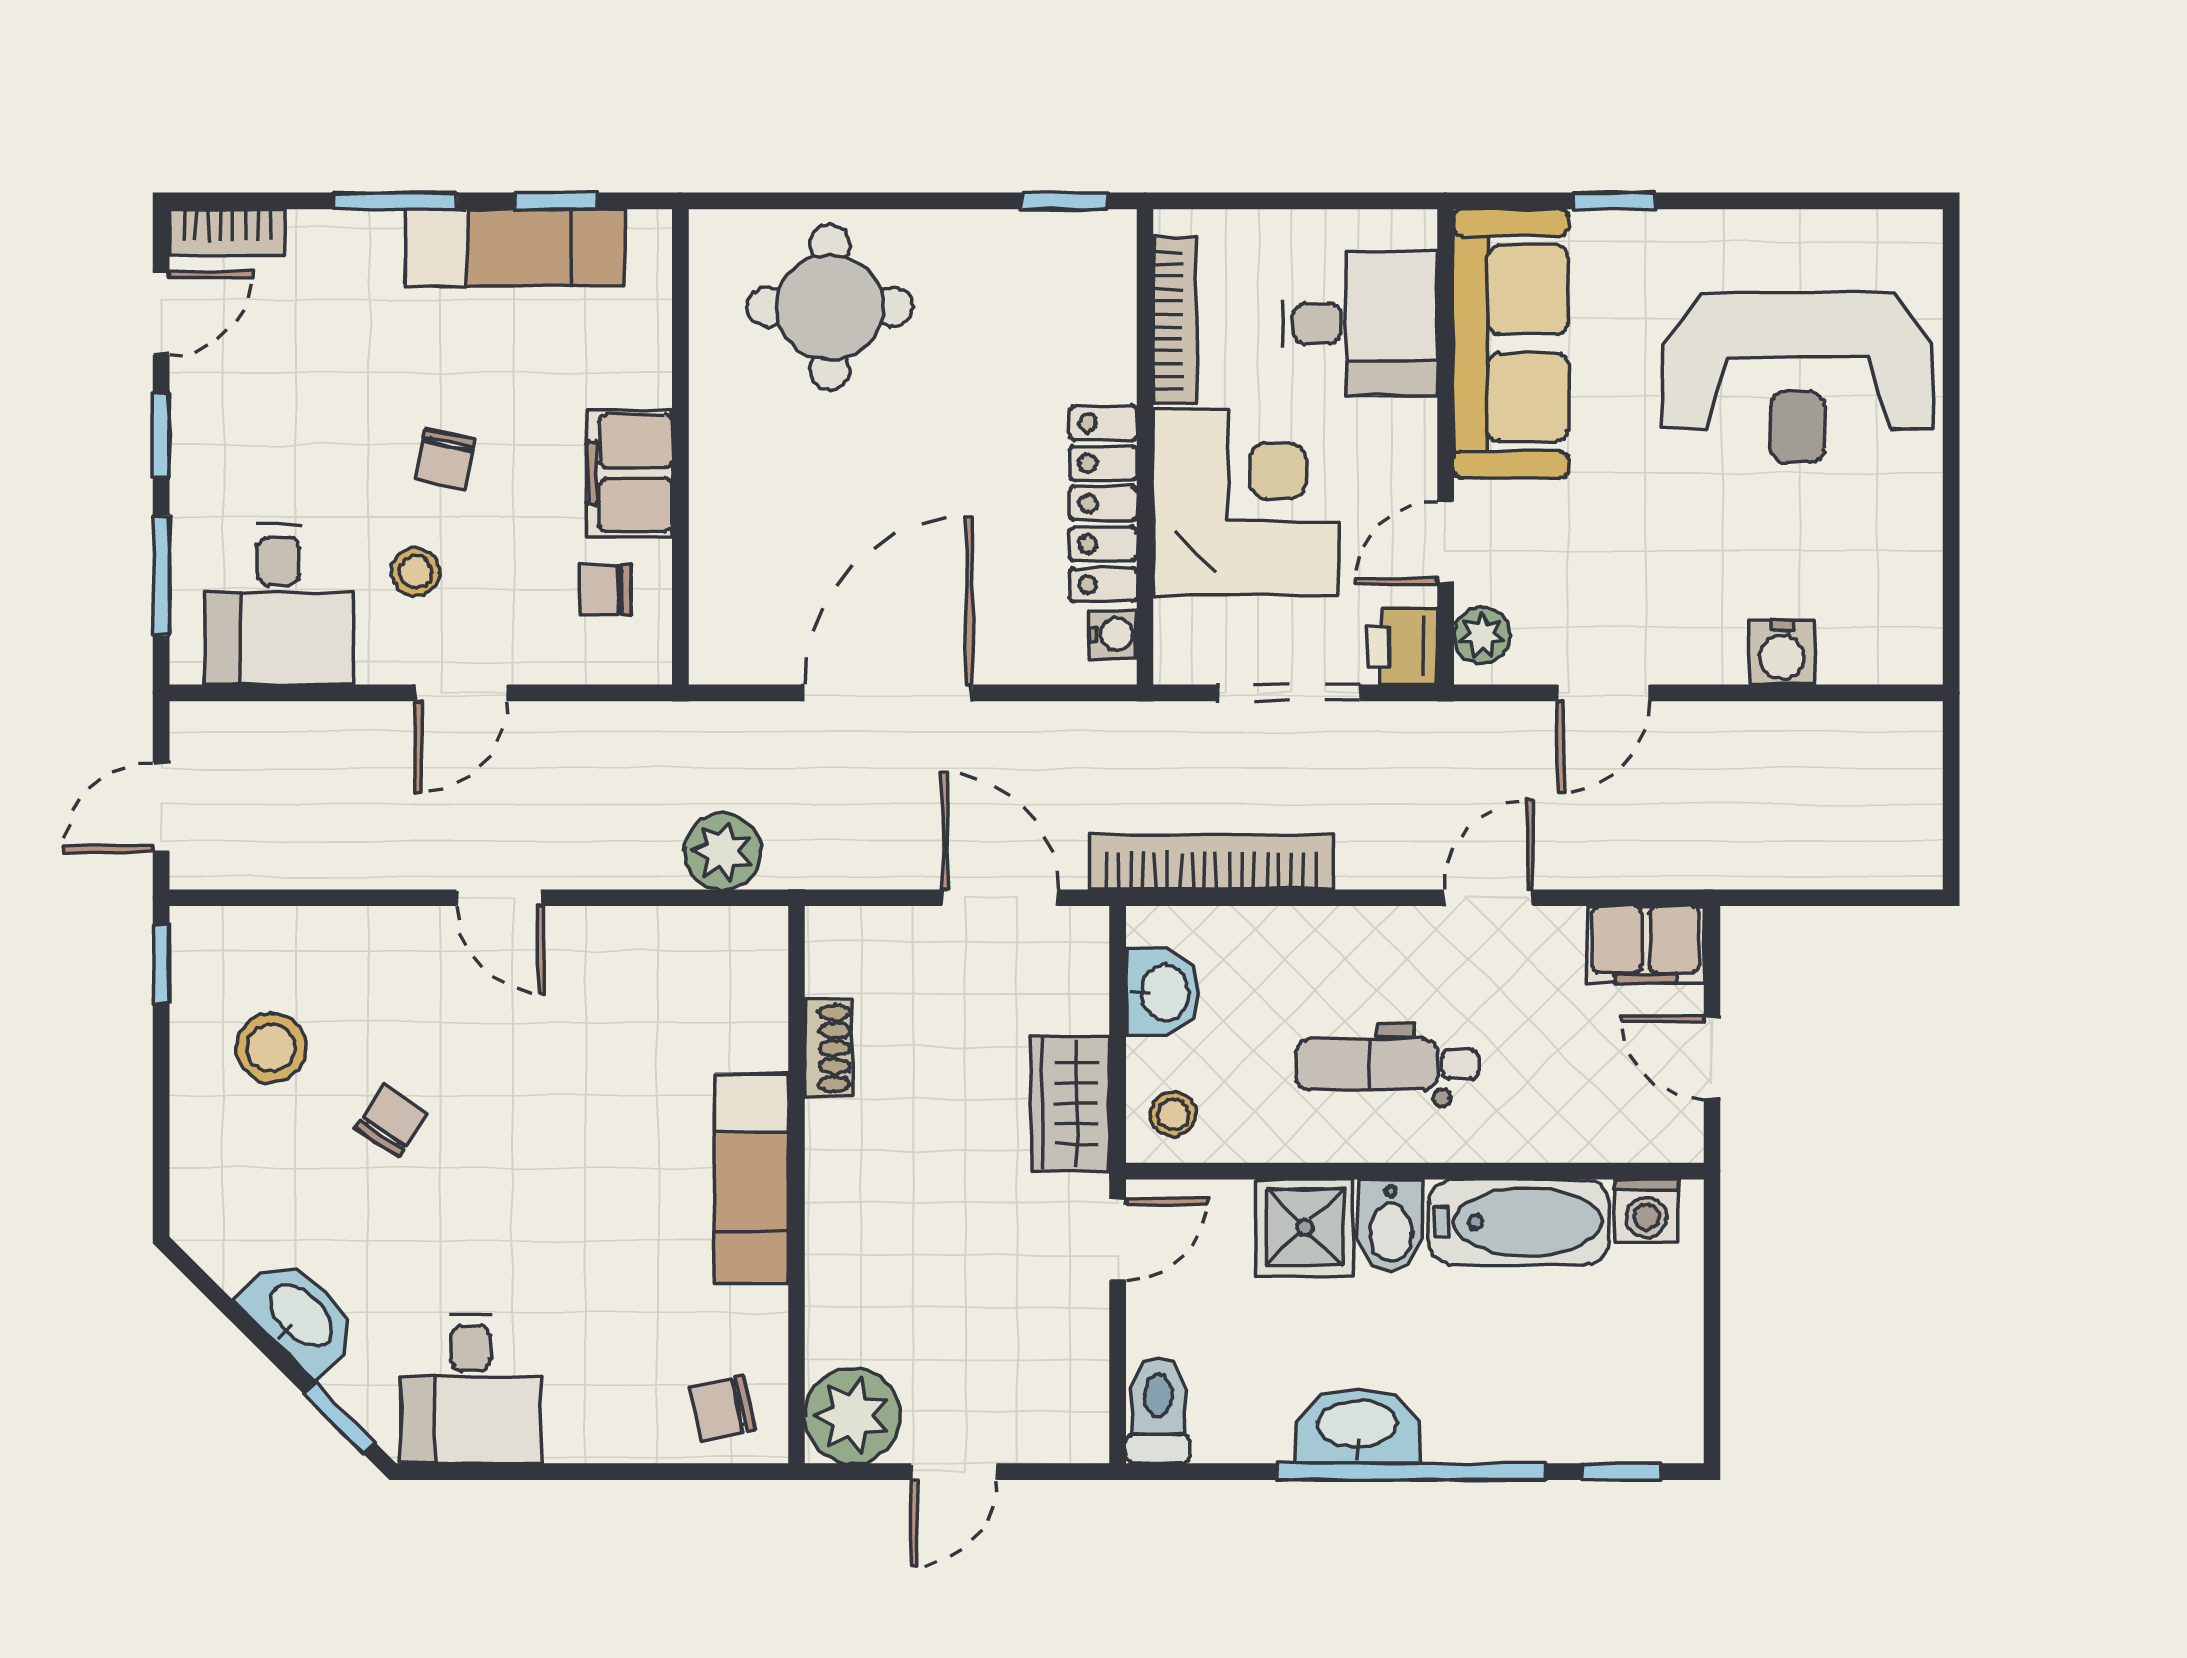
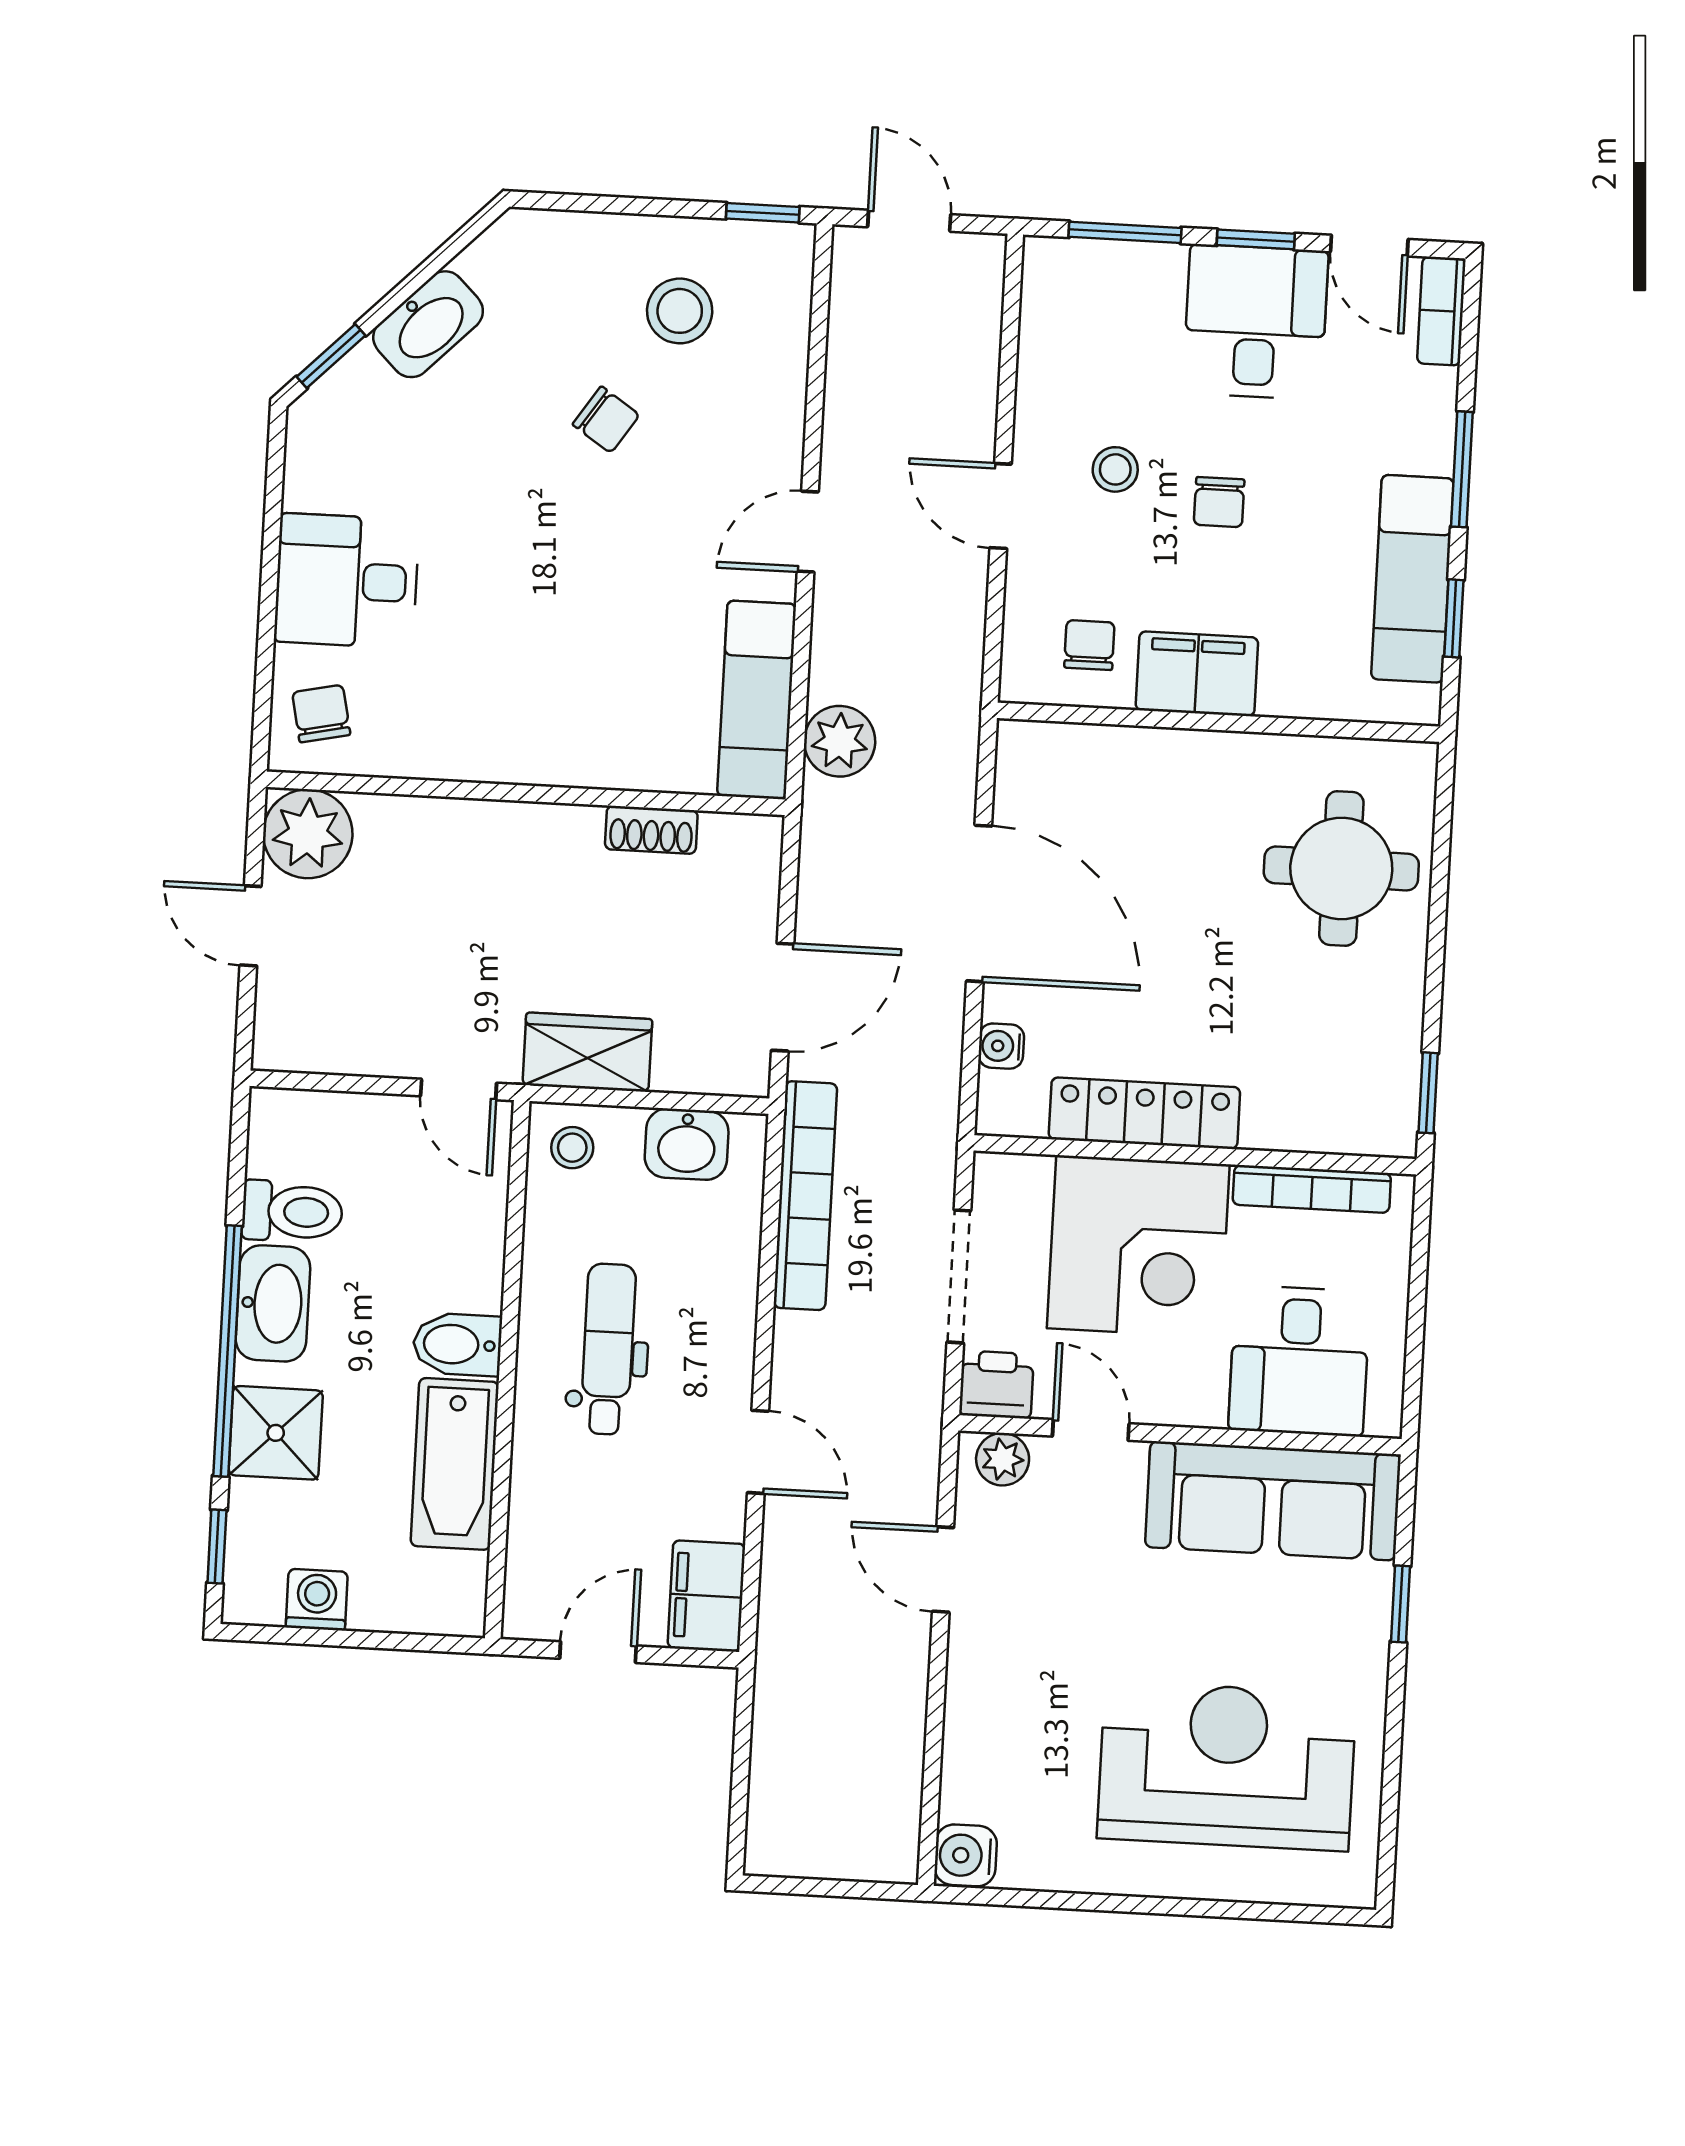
reception desk: (1798, 378) -> (1227, 1766), turned 90
chair: (444, 459) -> (1219, 502), turned -102
desk: (279, 605) -> (1256, 322), moved, turned 90
water cooler: (1113, 634) -> (1001, 1046), moved, turned 90
water cooler: (1782, 652) -> (966, 1855), moved
exam couch: (751, 1179) -> (757, 700), moved, turned -90
washing machine: (1646, 1211) -> (317, 1600), moved, turned 90
shower: (1305, 1227) -> (276, 1433), moved
desk: (470, 1389) -> (347, 581), moved
toilet: (1158, 1410) -> (292, 1212), moved

